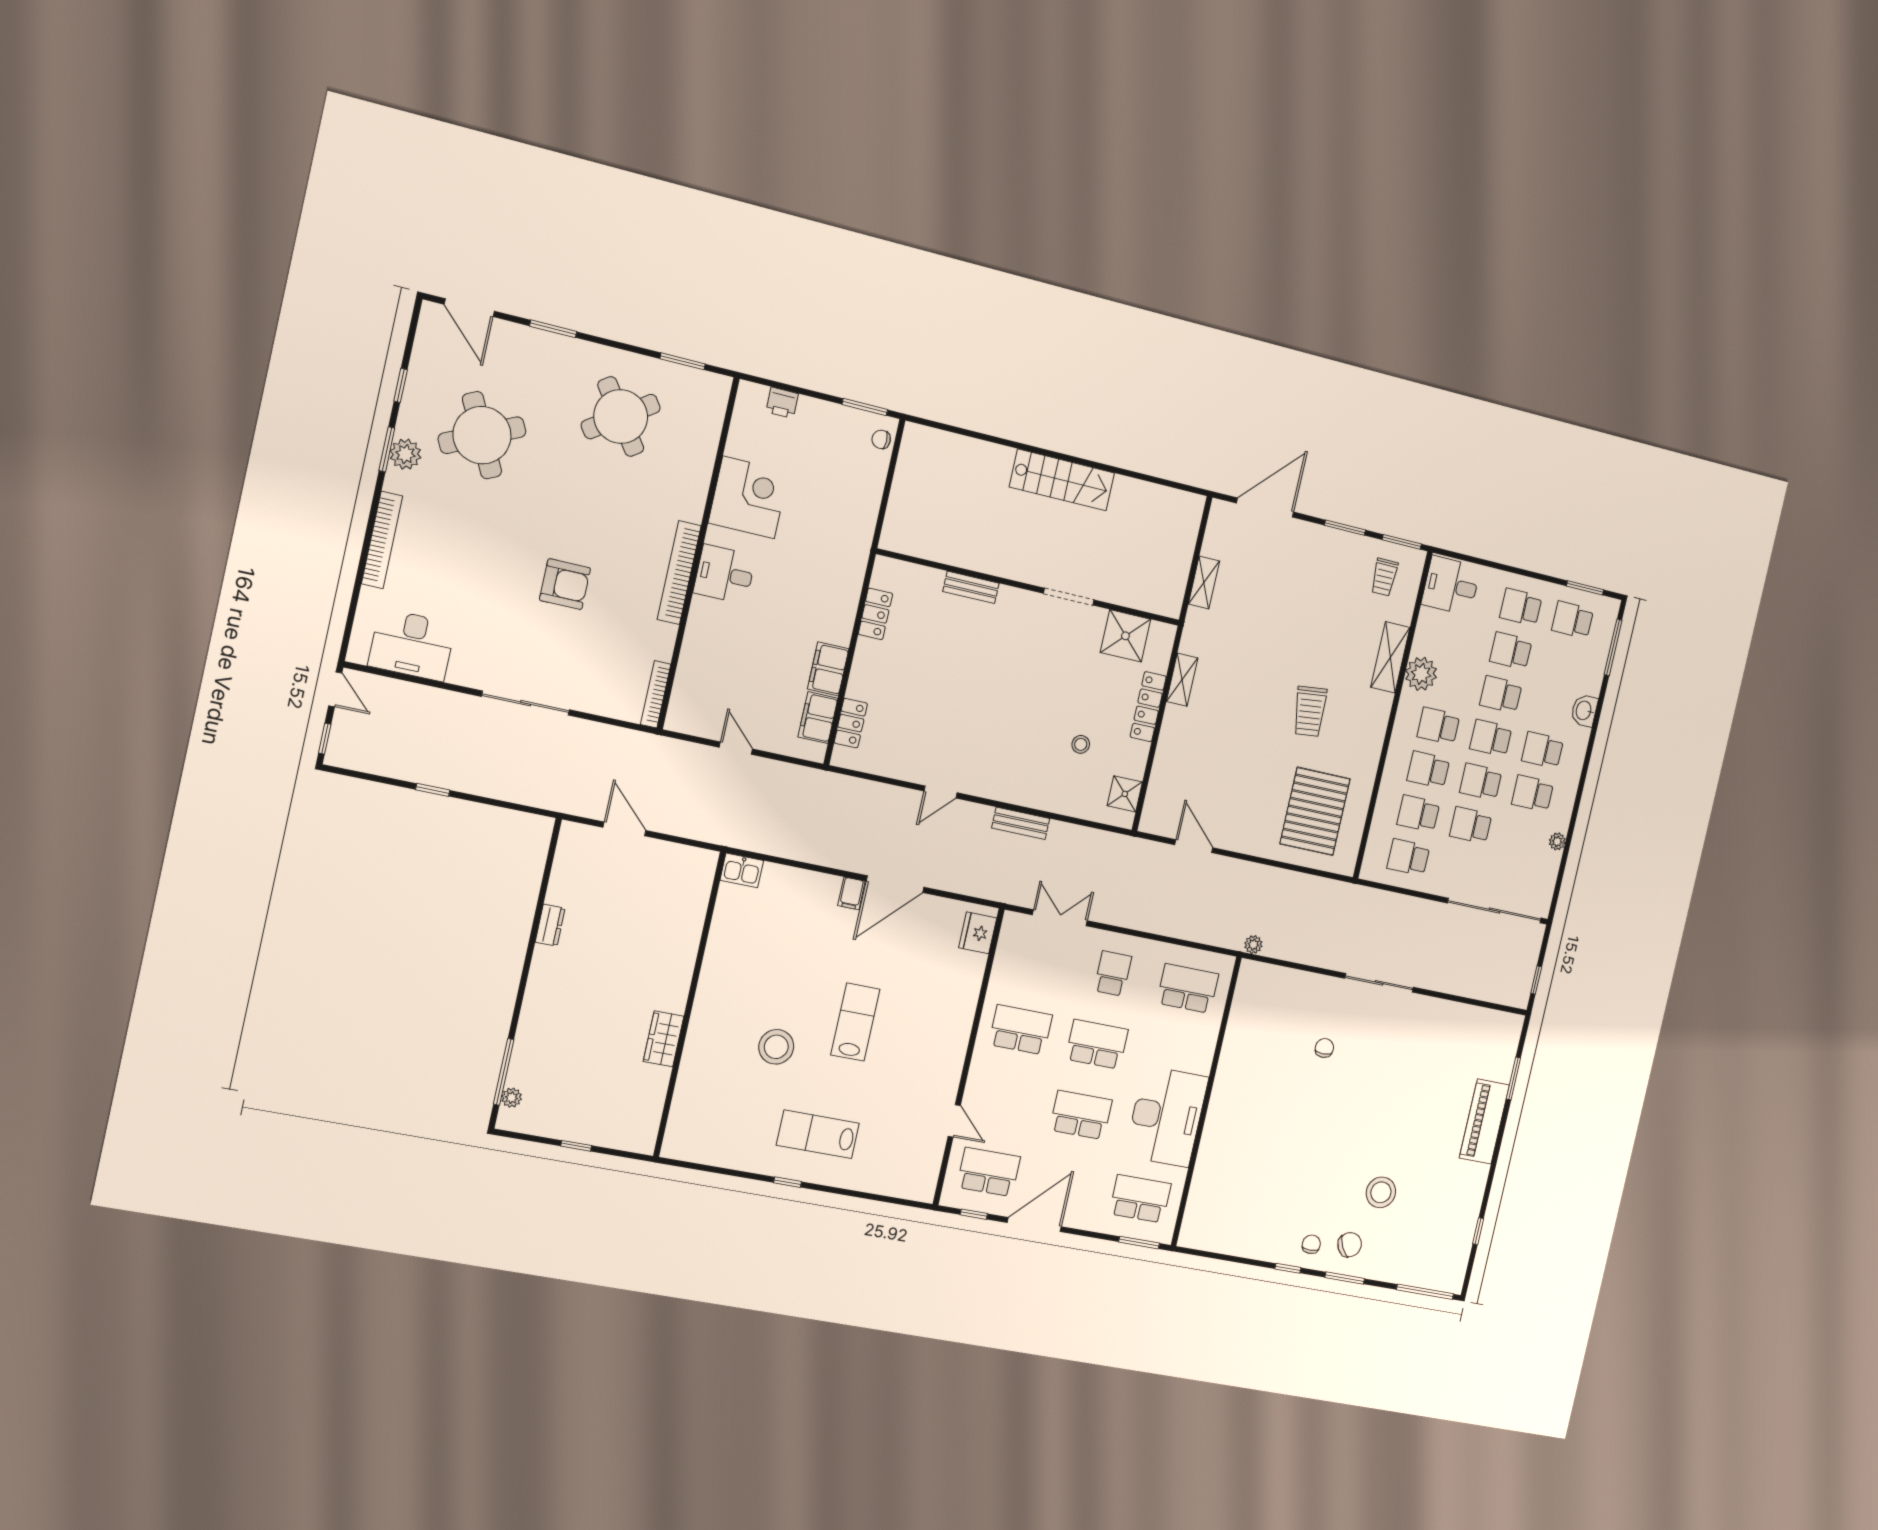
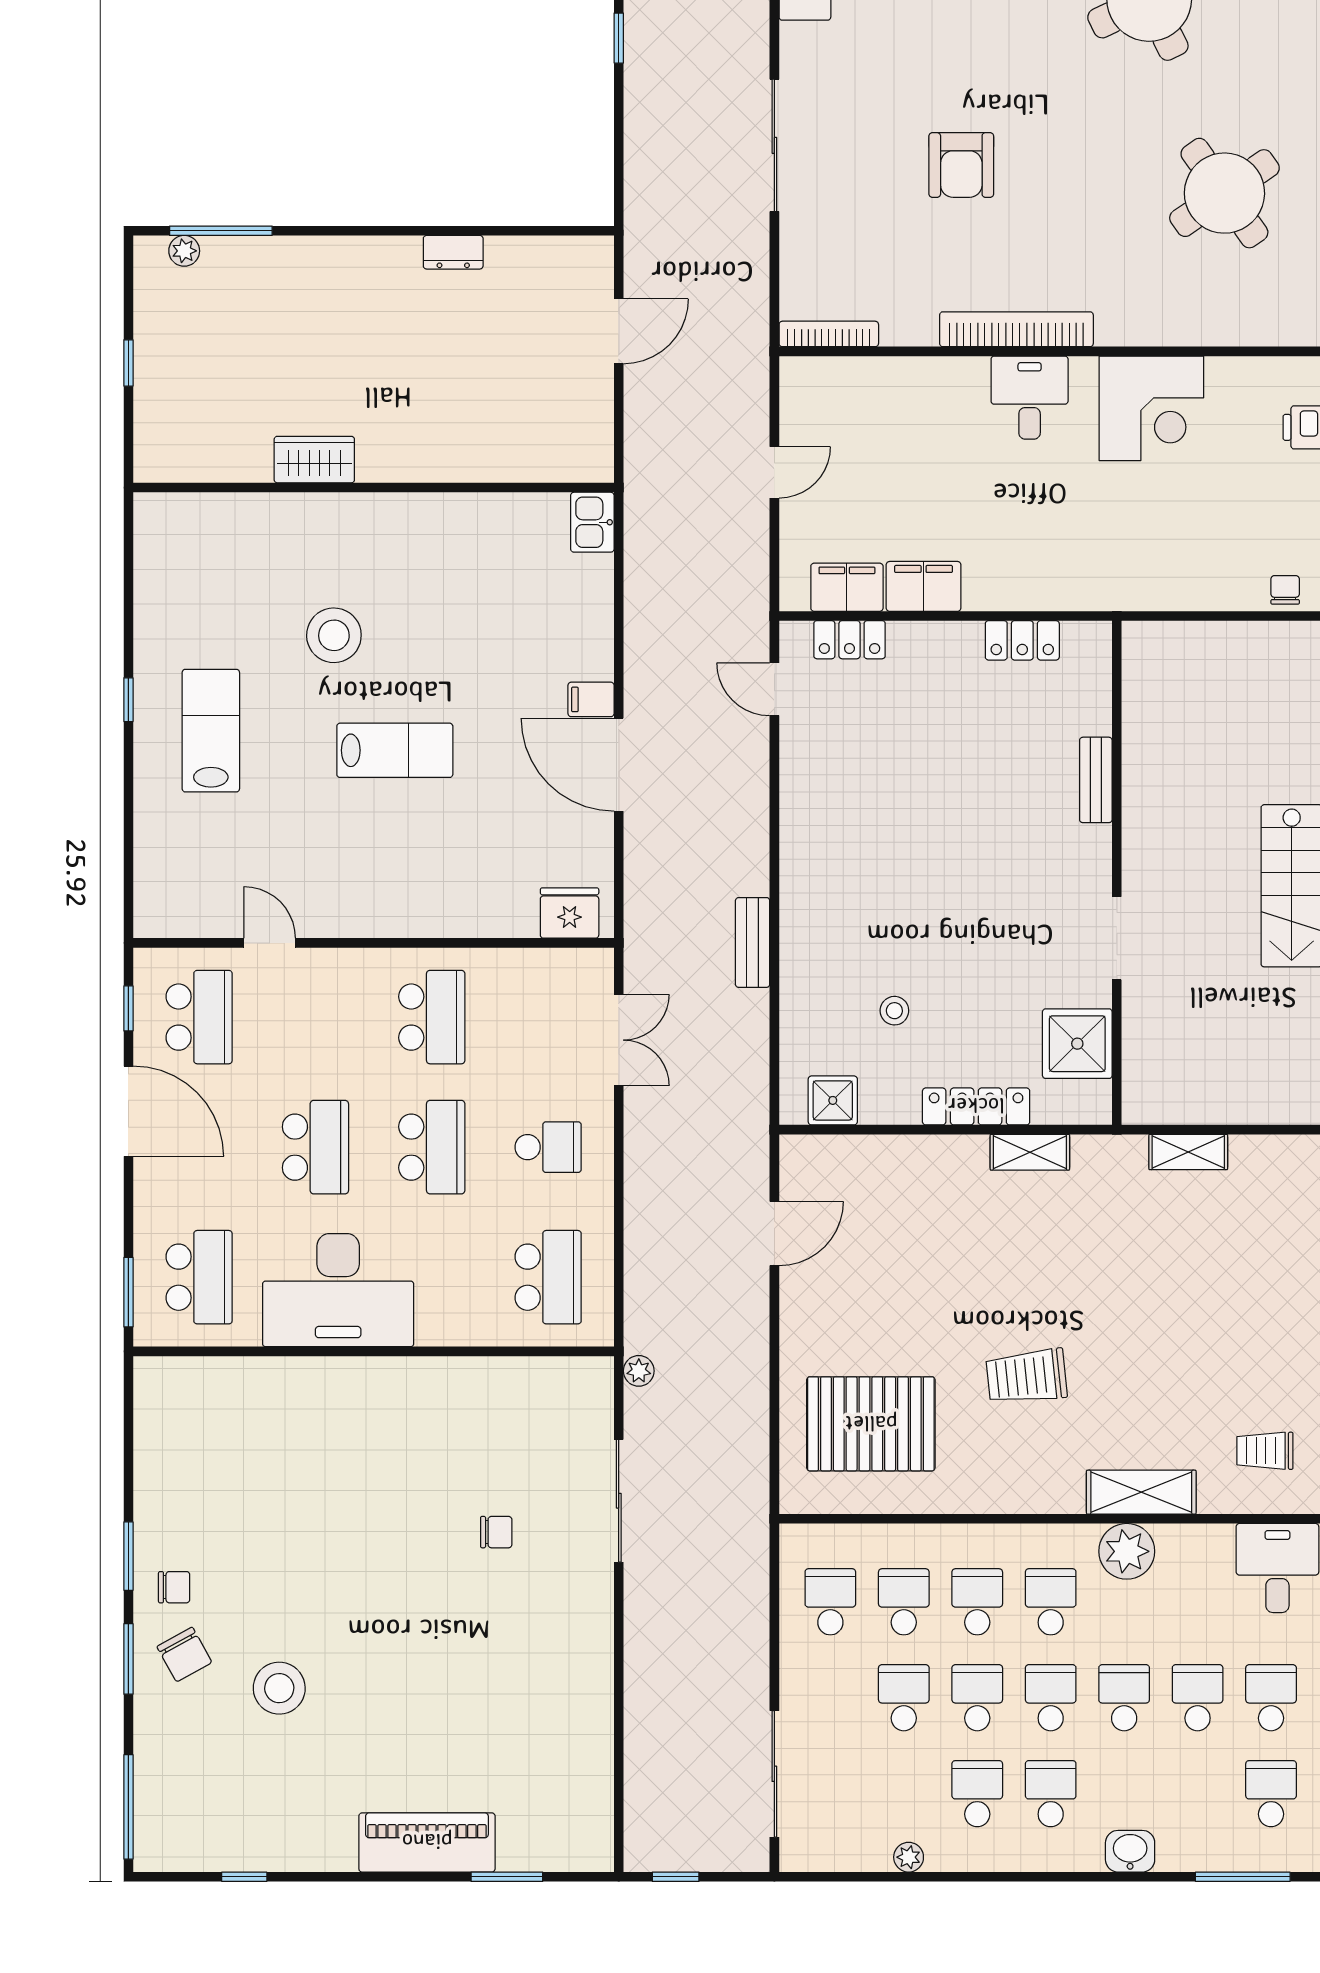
door: (941, 792) -> (774, 689), moved
sliding door: (1494, 911) -> (774, 1774), width x0.73
sliding door: (1379, 983) -> (619, 1501), moved
door: (954, 1121) -> (270, 943), swing flipped
window: (1288, 1268) -> (128, 1556), width x1.50

